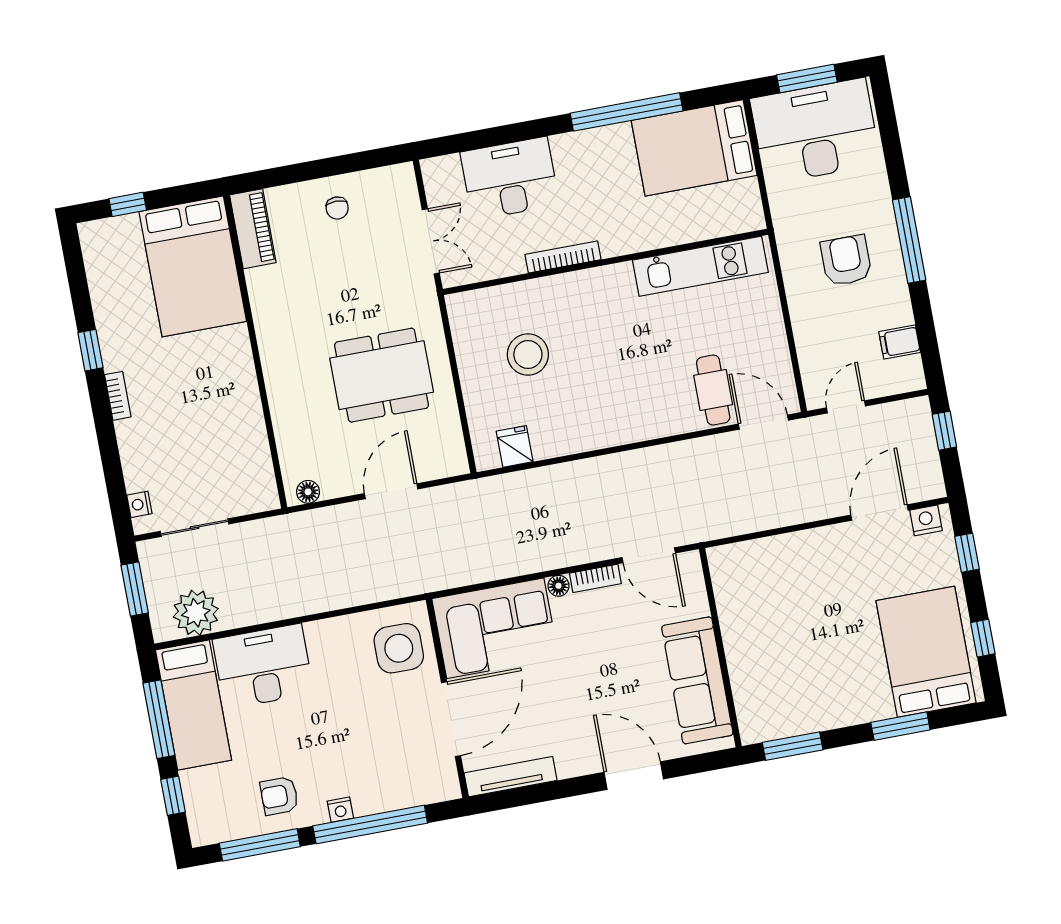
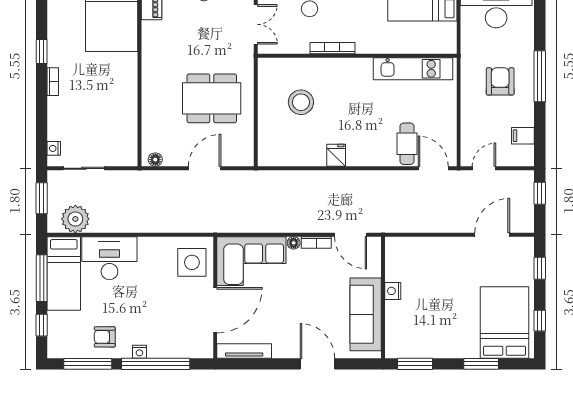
fridge: (515, 446) -> (336, 155), moved
nightstand: (926, 520) -> (393, 291), moved, turned -90

